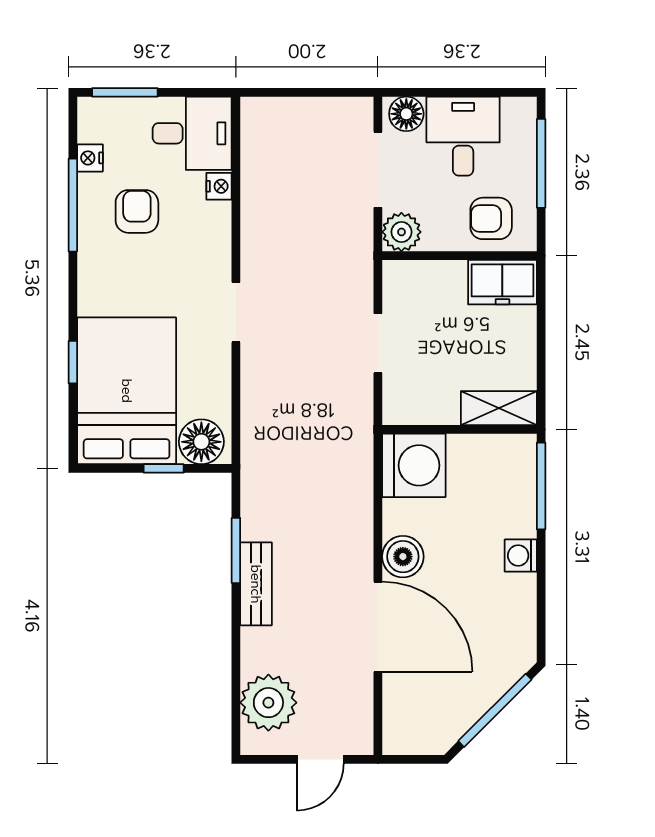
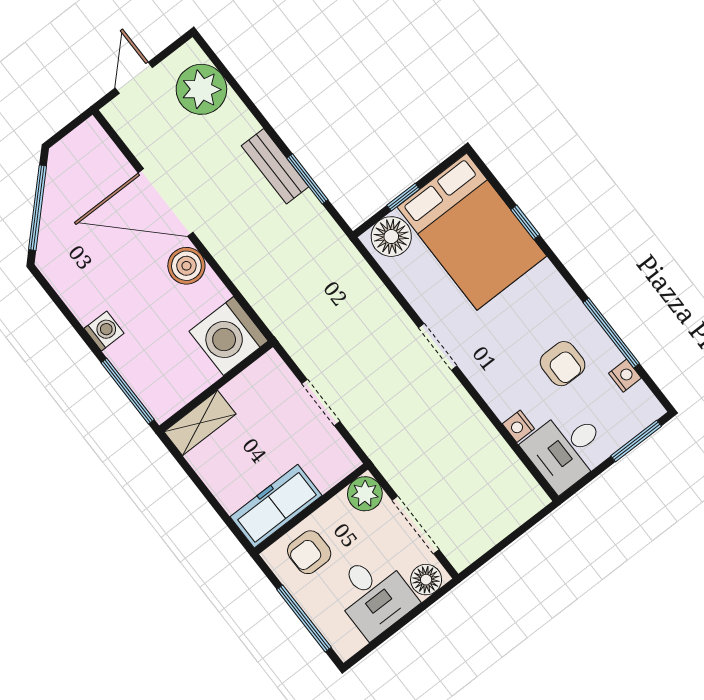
armchair: (491, 218) -> (309, 552), turned 180
freezer: (502, 282) -> (276, 506), width x1.40

